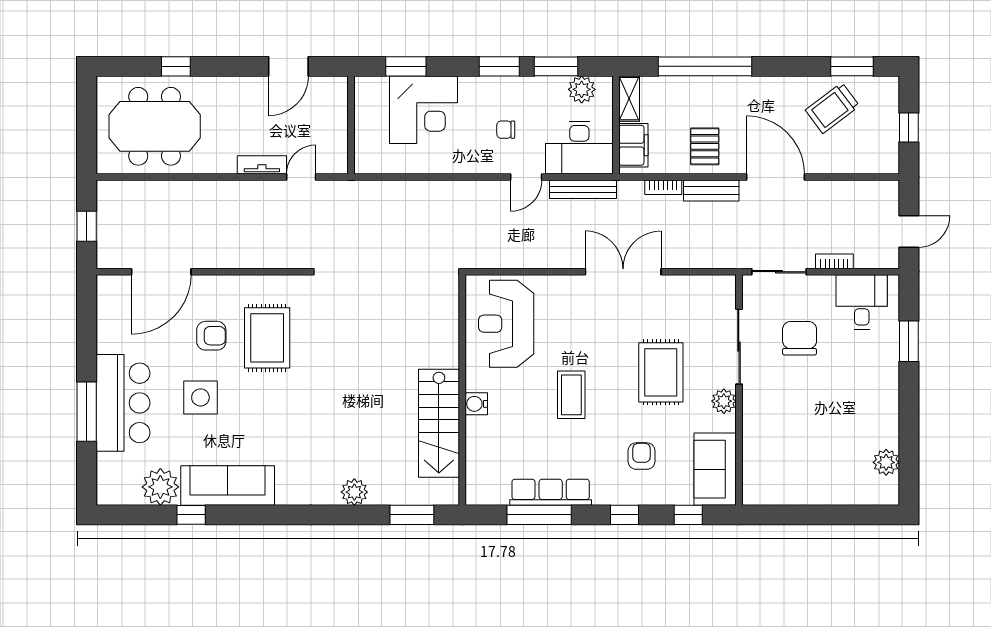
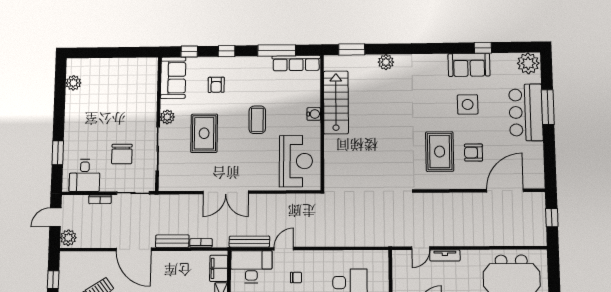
pallet: (705, 146) -> (176, 268), removed
plant: (886, 197) -> (68, 238), added
side table: (200, 397) -> (468, 104), moved
sofa: (228, 486) -> (469, 65), width x0.73
plant: (160, 487) -> (528, 63), moved
row of seats: (551, 492) -> (296, 63), moved

